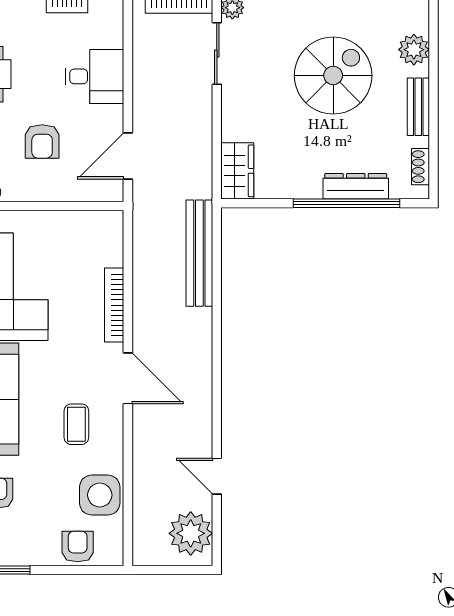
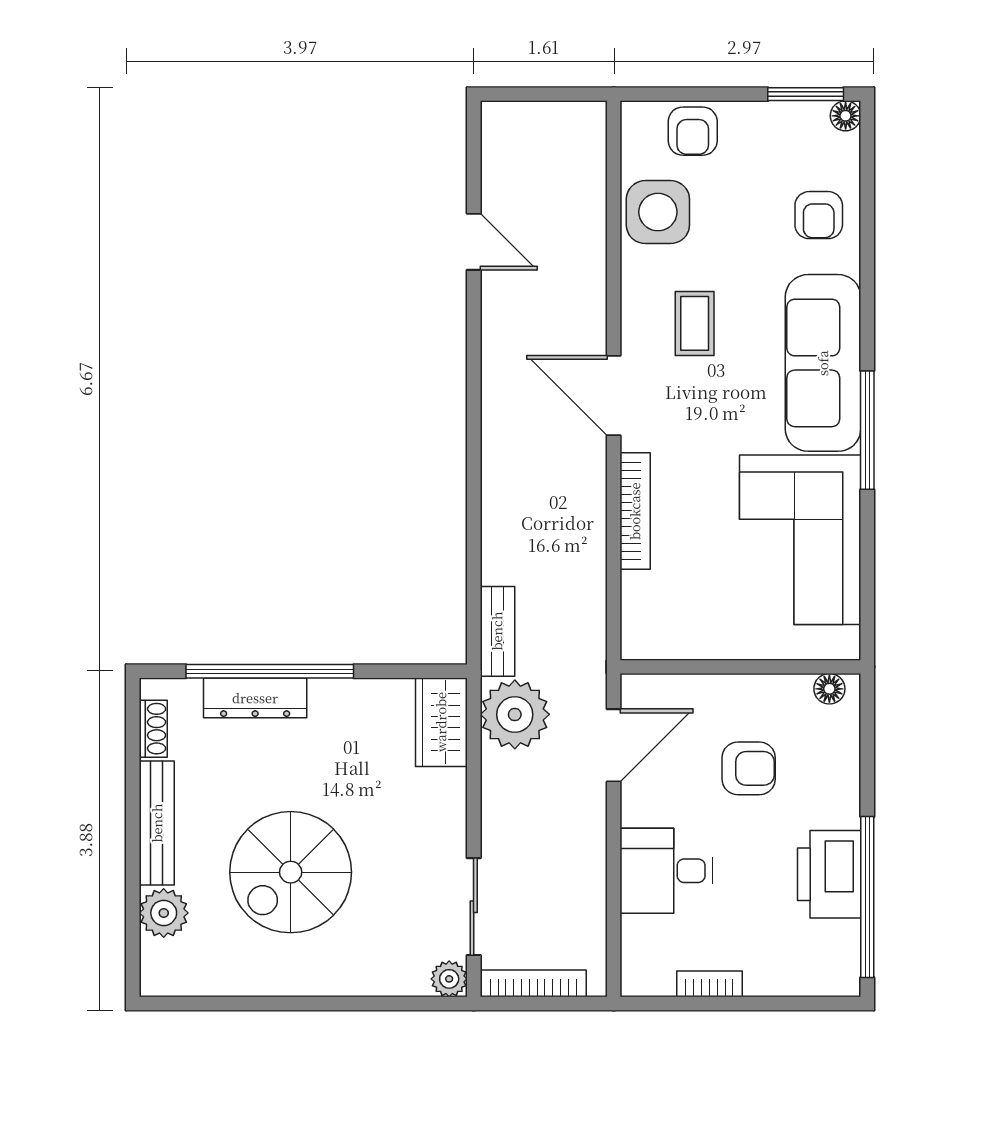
bench: (418, 107) -> (157, 823), width x1.36
armchair: (42, 141) -> (749, 768), turned 90
bench: (199, 253) -> (497, 631), width x0.54, depth x0.82
plant: (191, 533) -> (515, 714), moved

